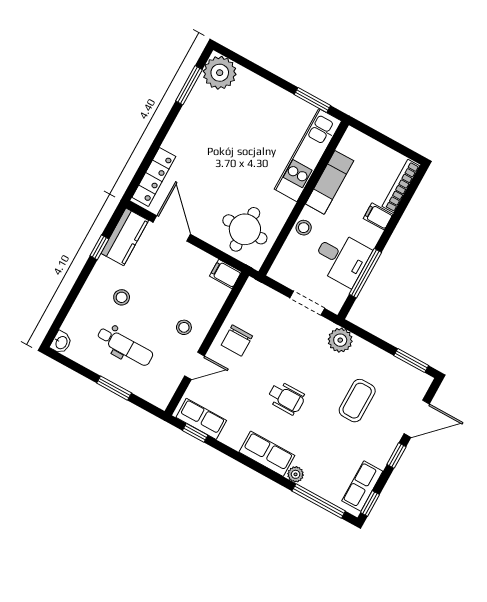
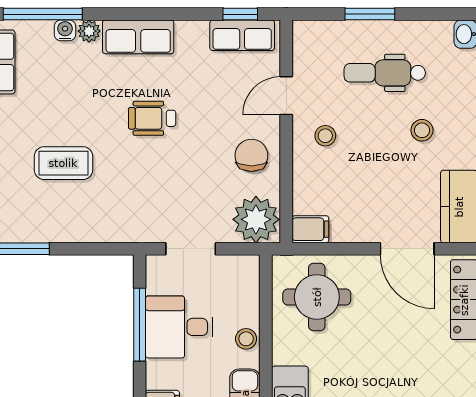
plant: (340, 340) -> (256, 219), moved, width x1.36, depth x1.36
coffee table: (357, 401) -> (63, 163), turned 90
water cooler: (310, 483) -> (65, 30), added

